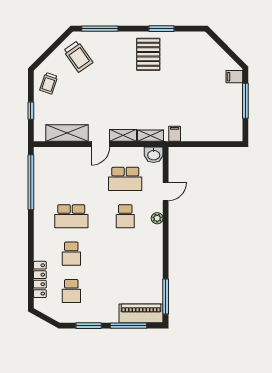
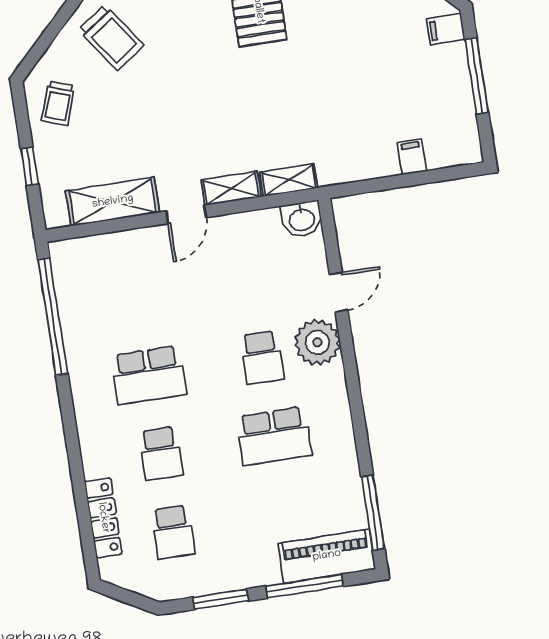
filing cabinet: (175, 134) -> (412, 157), moved
school desk: (125, 179) -> (274, 436), moved
plant: (157, 218) -> (317, 342), width x1.88, depth x1.88

